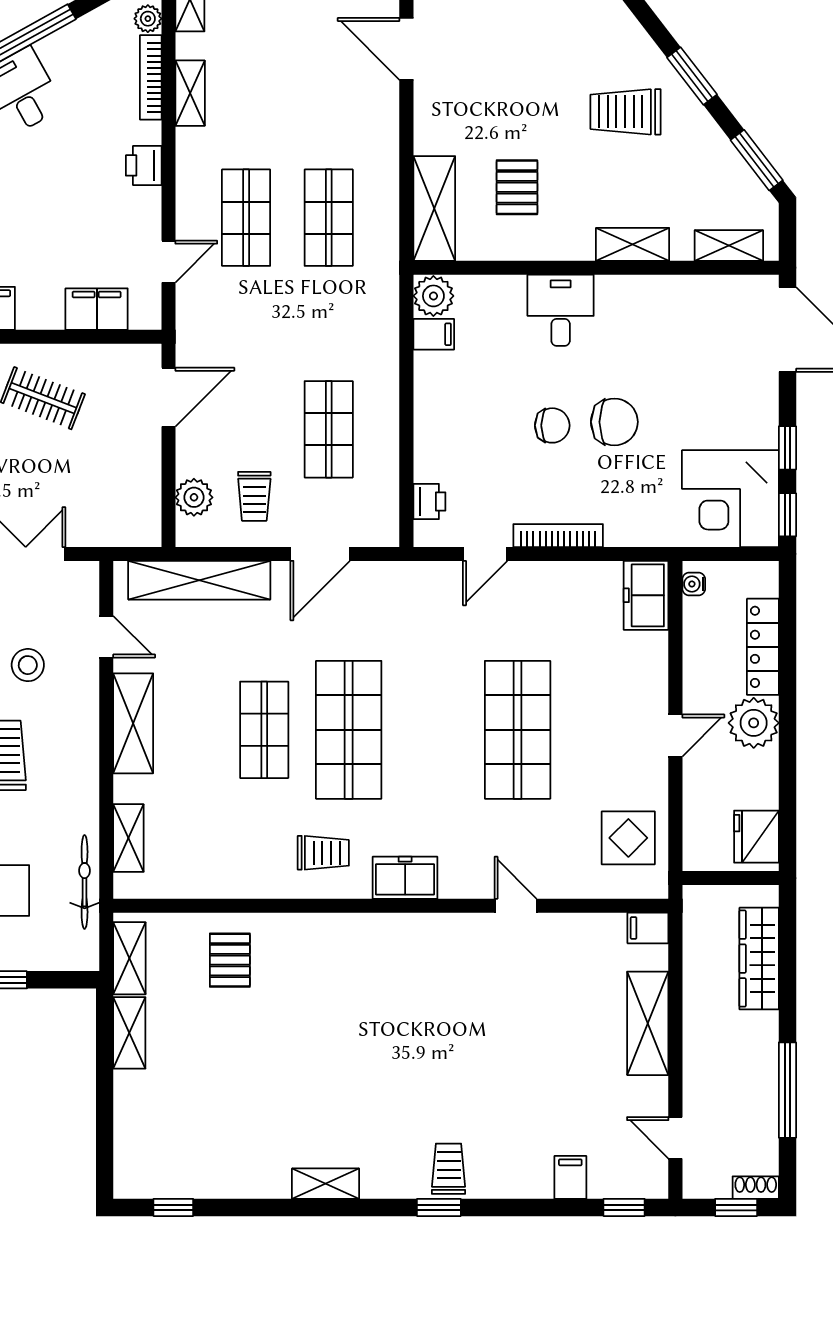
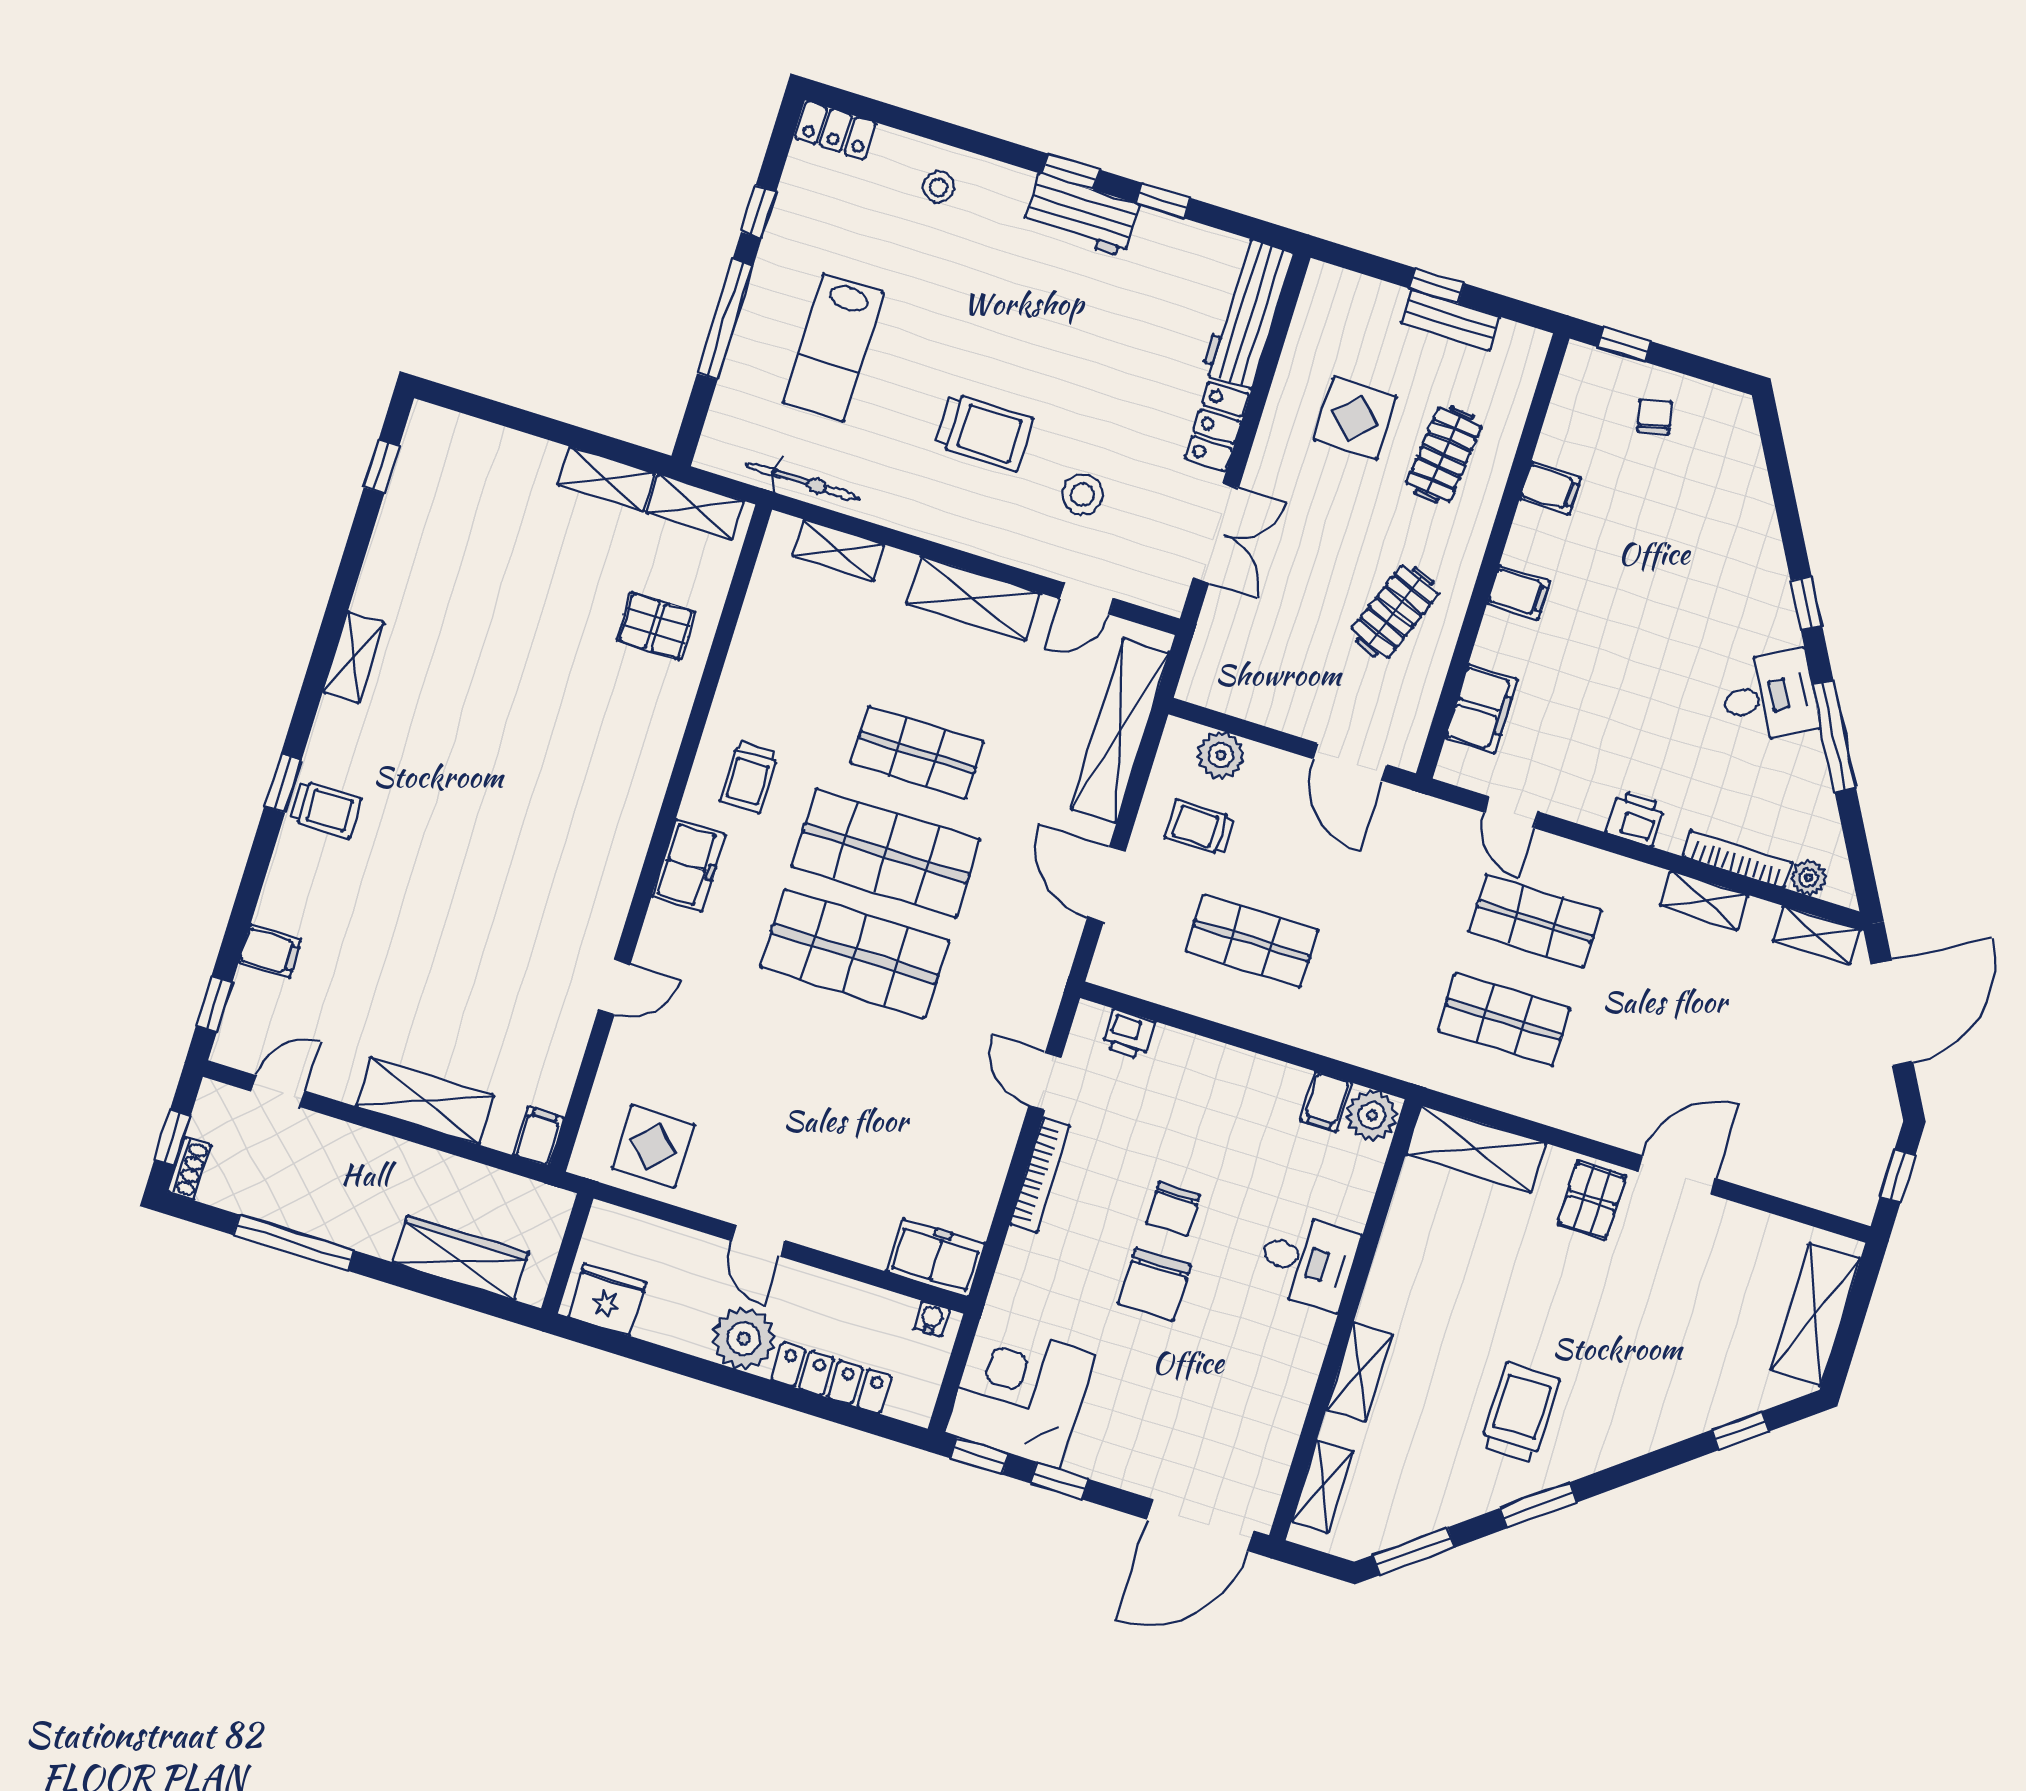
pallet: (517, 187) -> (1592, 1200), moved, turned 90
shop shelf: (518, 730) -> (855, 954), moved

